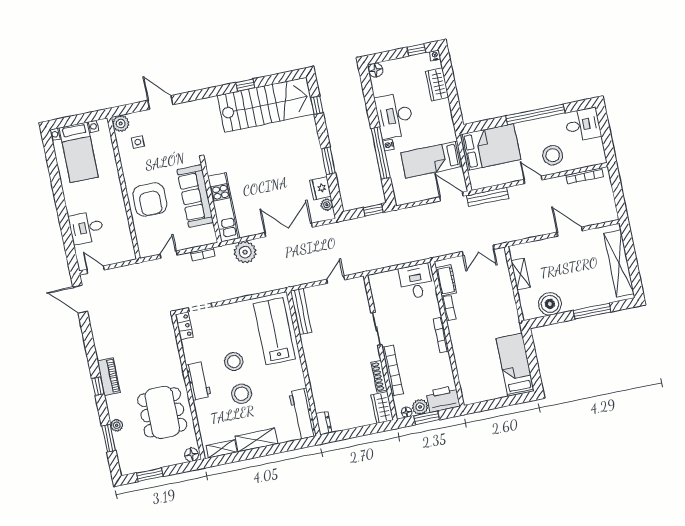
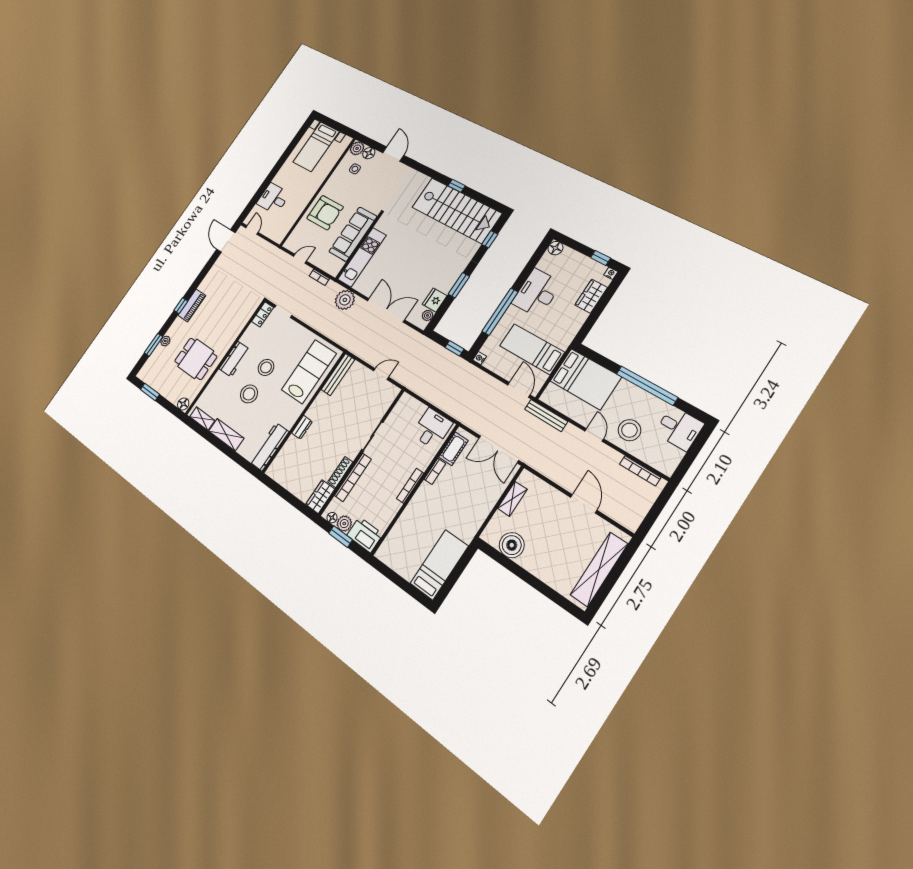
floor lamp: (136, 119) -> (369, 153), added
nightstand: (388, 145) -> (480, 358), moved
armchair: (150, 200) -> (325, 213), turned -90
double door: (478, 250) -> (499, 449), width x1.37
window: (592, 311) -> (539, 585), removed
dining table: (162, 412) -> (196, 359), width x0.73
dresser: (324, 423) -> (302, 427), moved

